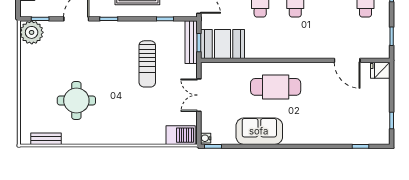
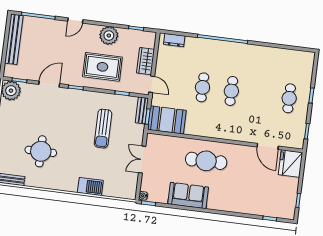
bench: (191, 42) -> (142, 110), width x0.73
fridge: (380, 70) -> (290, 164), width x1.88, depth x1.34
barbecue: (181, 135) -> (90, 187), moved

